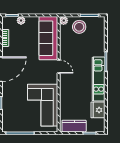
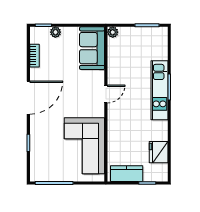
stool: (79, 27) -> (133, 41), removed
sofa: (48, 38) -> (92, 48), width x0.73
door: (59, 67) -> (106, 94), hinge flipped
kitchen unit: (99, 79) -> (160, 90), moved

